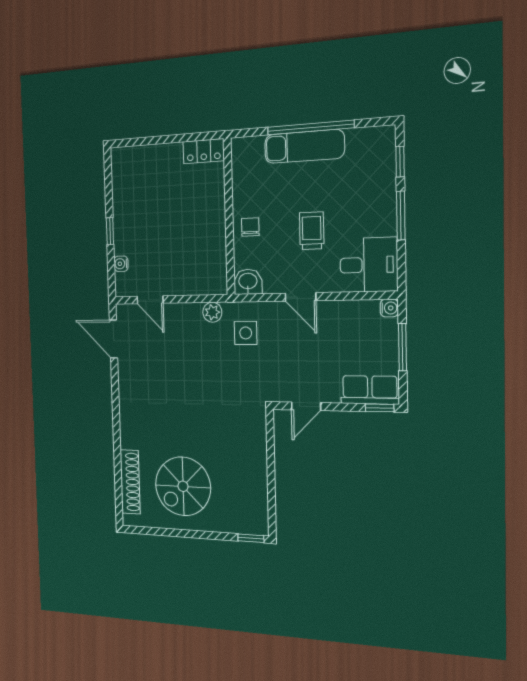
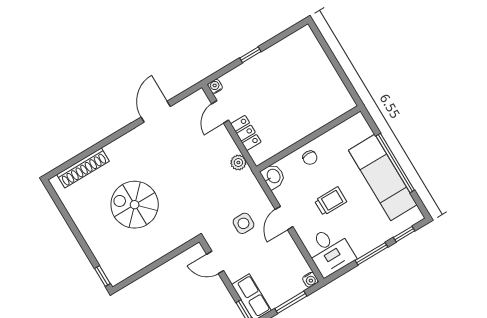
exam couch: (304, 146) -> (383, 178), width x1.36, depth x1.45
locker: (204, 151) -> (246, 133), moved, turned 180
chair: (250, 227) -> (310, 158), turned 90
water cooler: (121, 264) -> (215, 86), moved
side table: (246, 333) -> (243, 223), moved
door: (113, 339) -> (156, 112), moved
spiral stairs: (183, 486) -> (135, 205), moved

